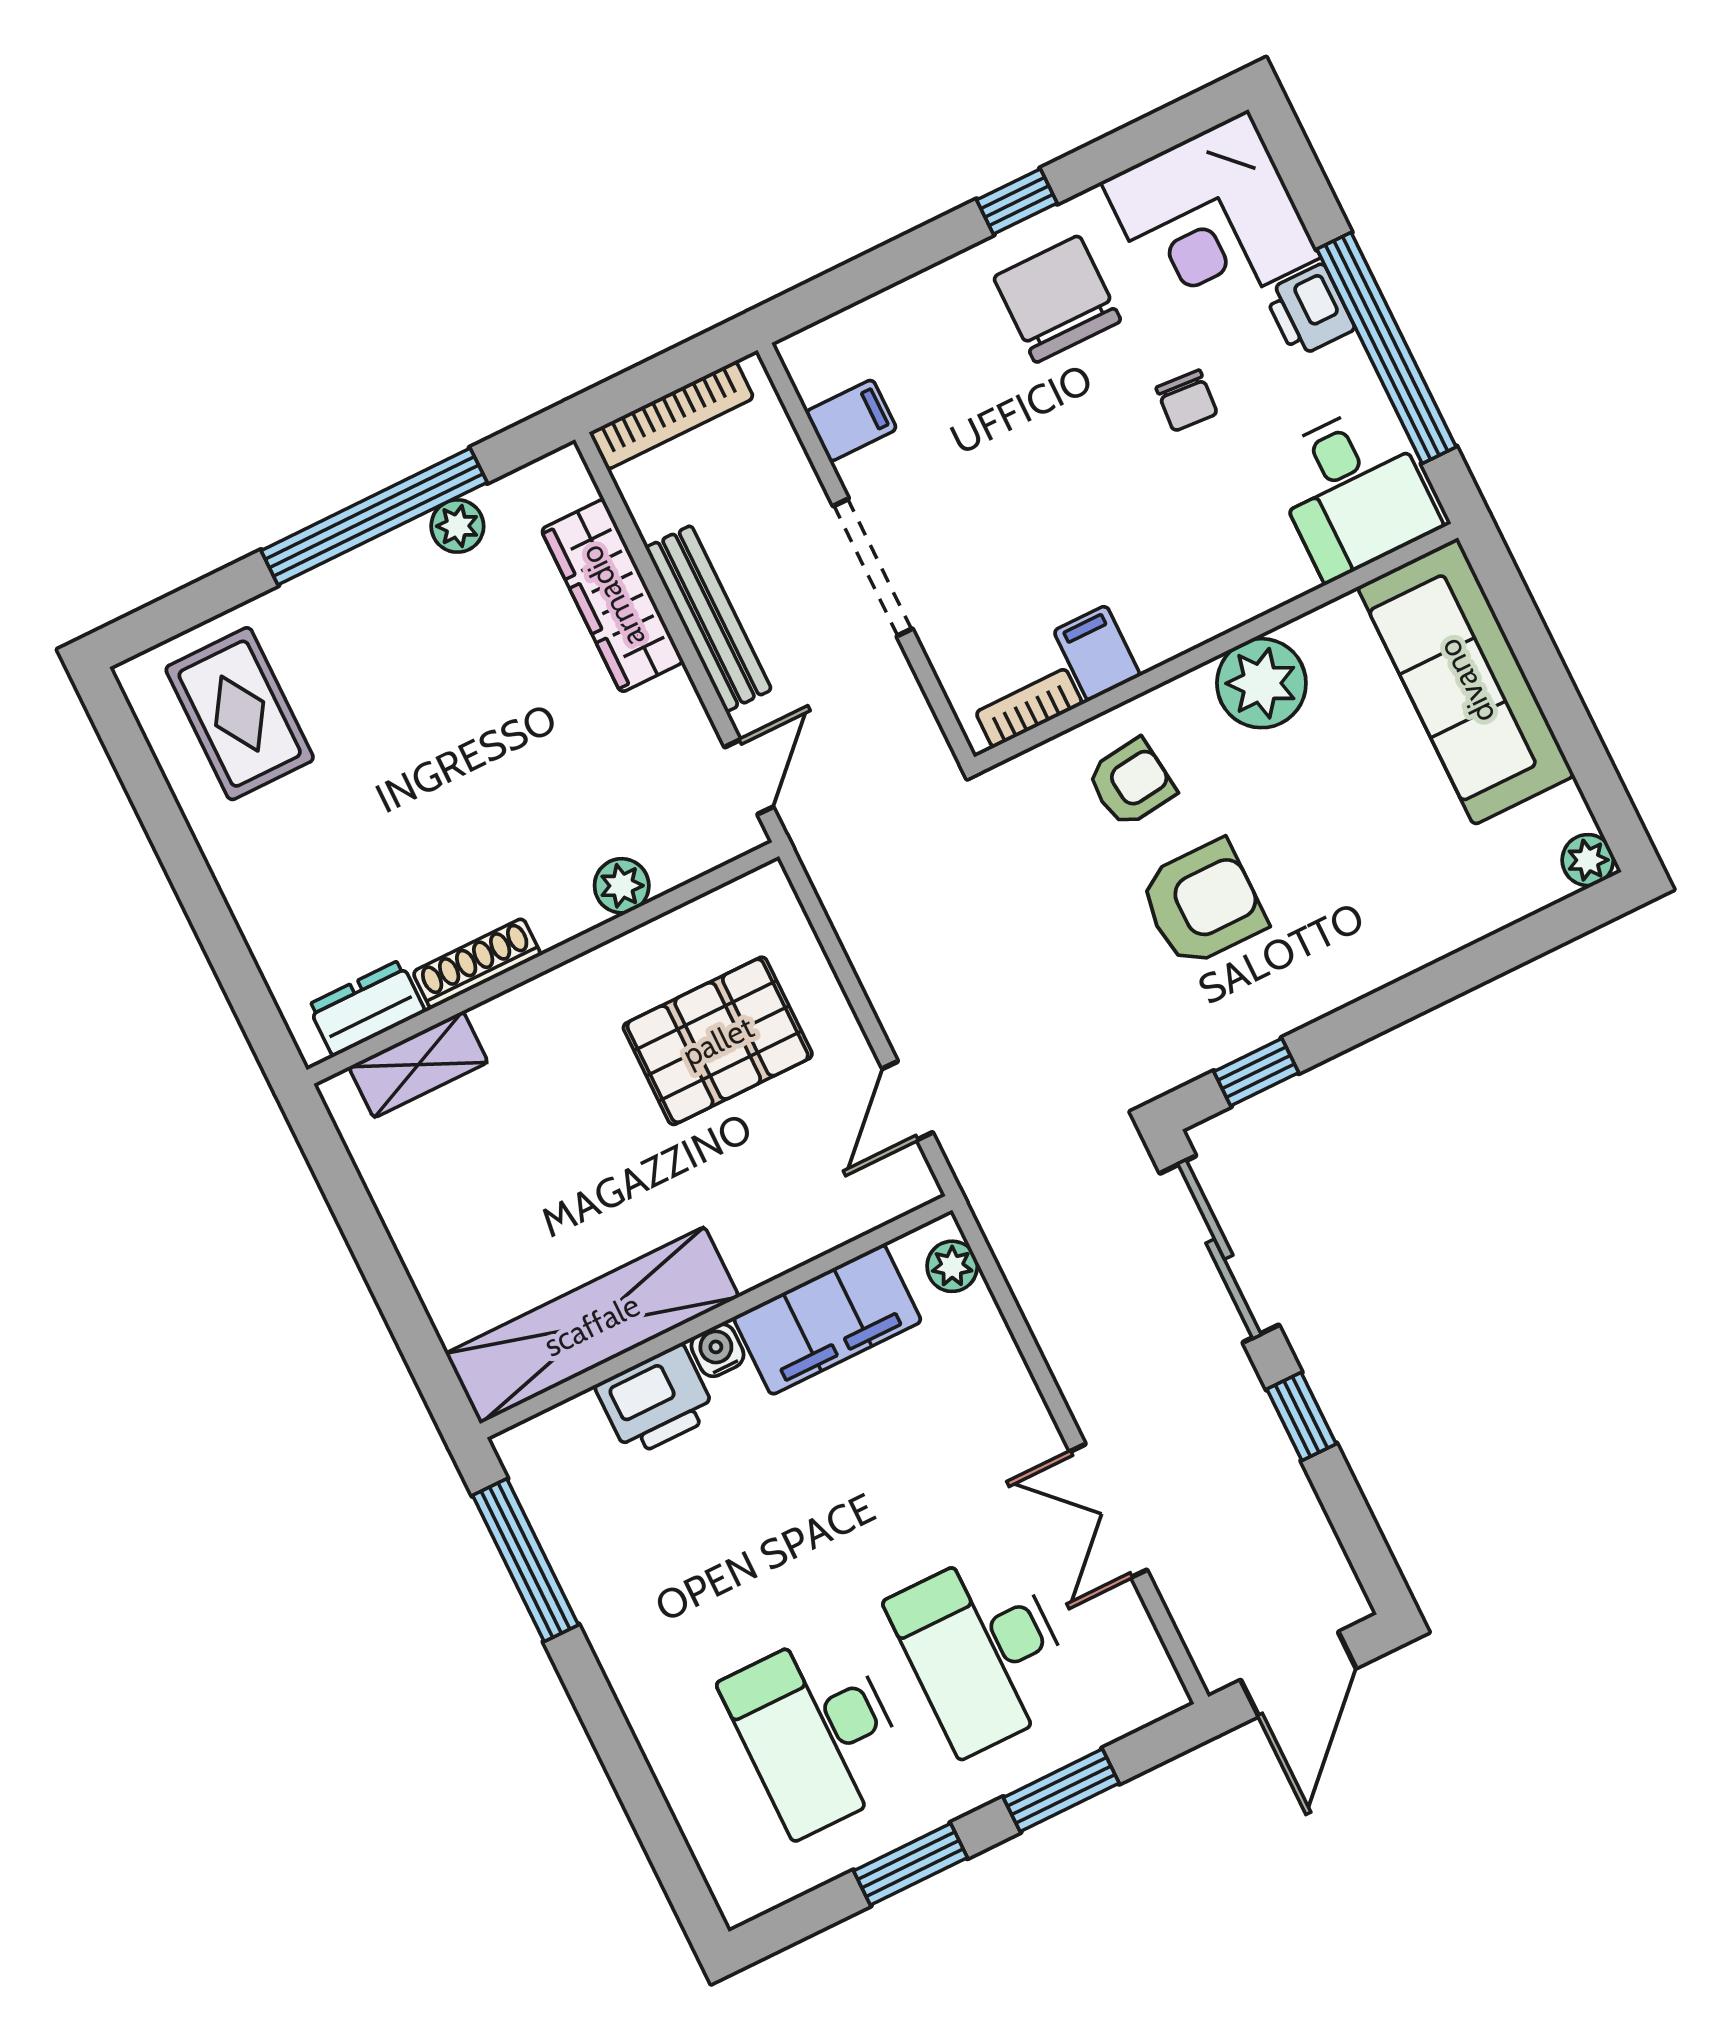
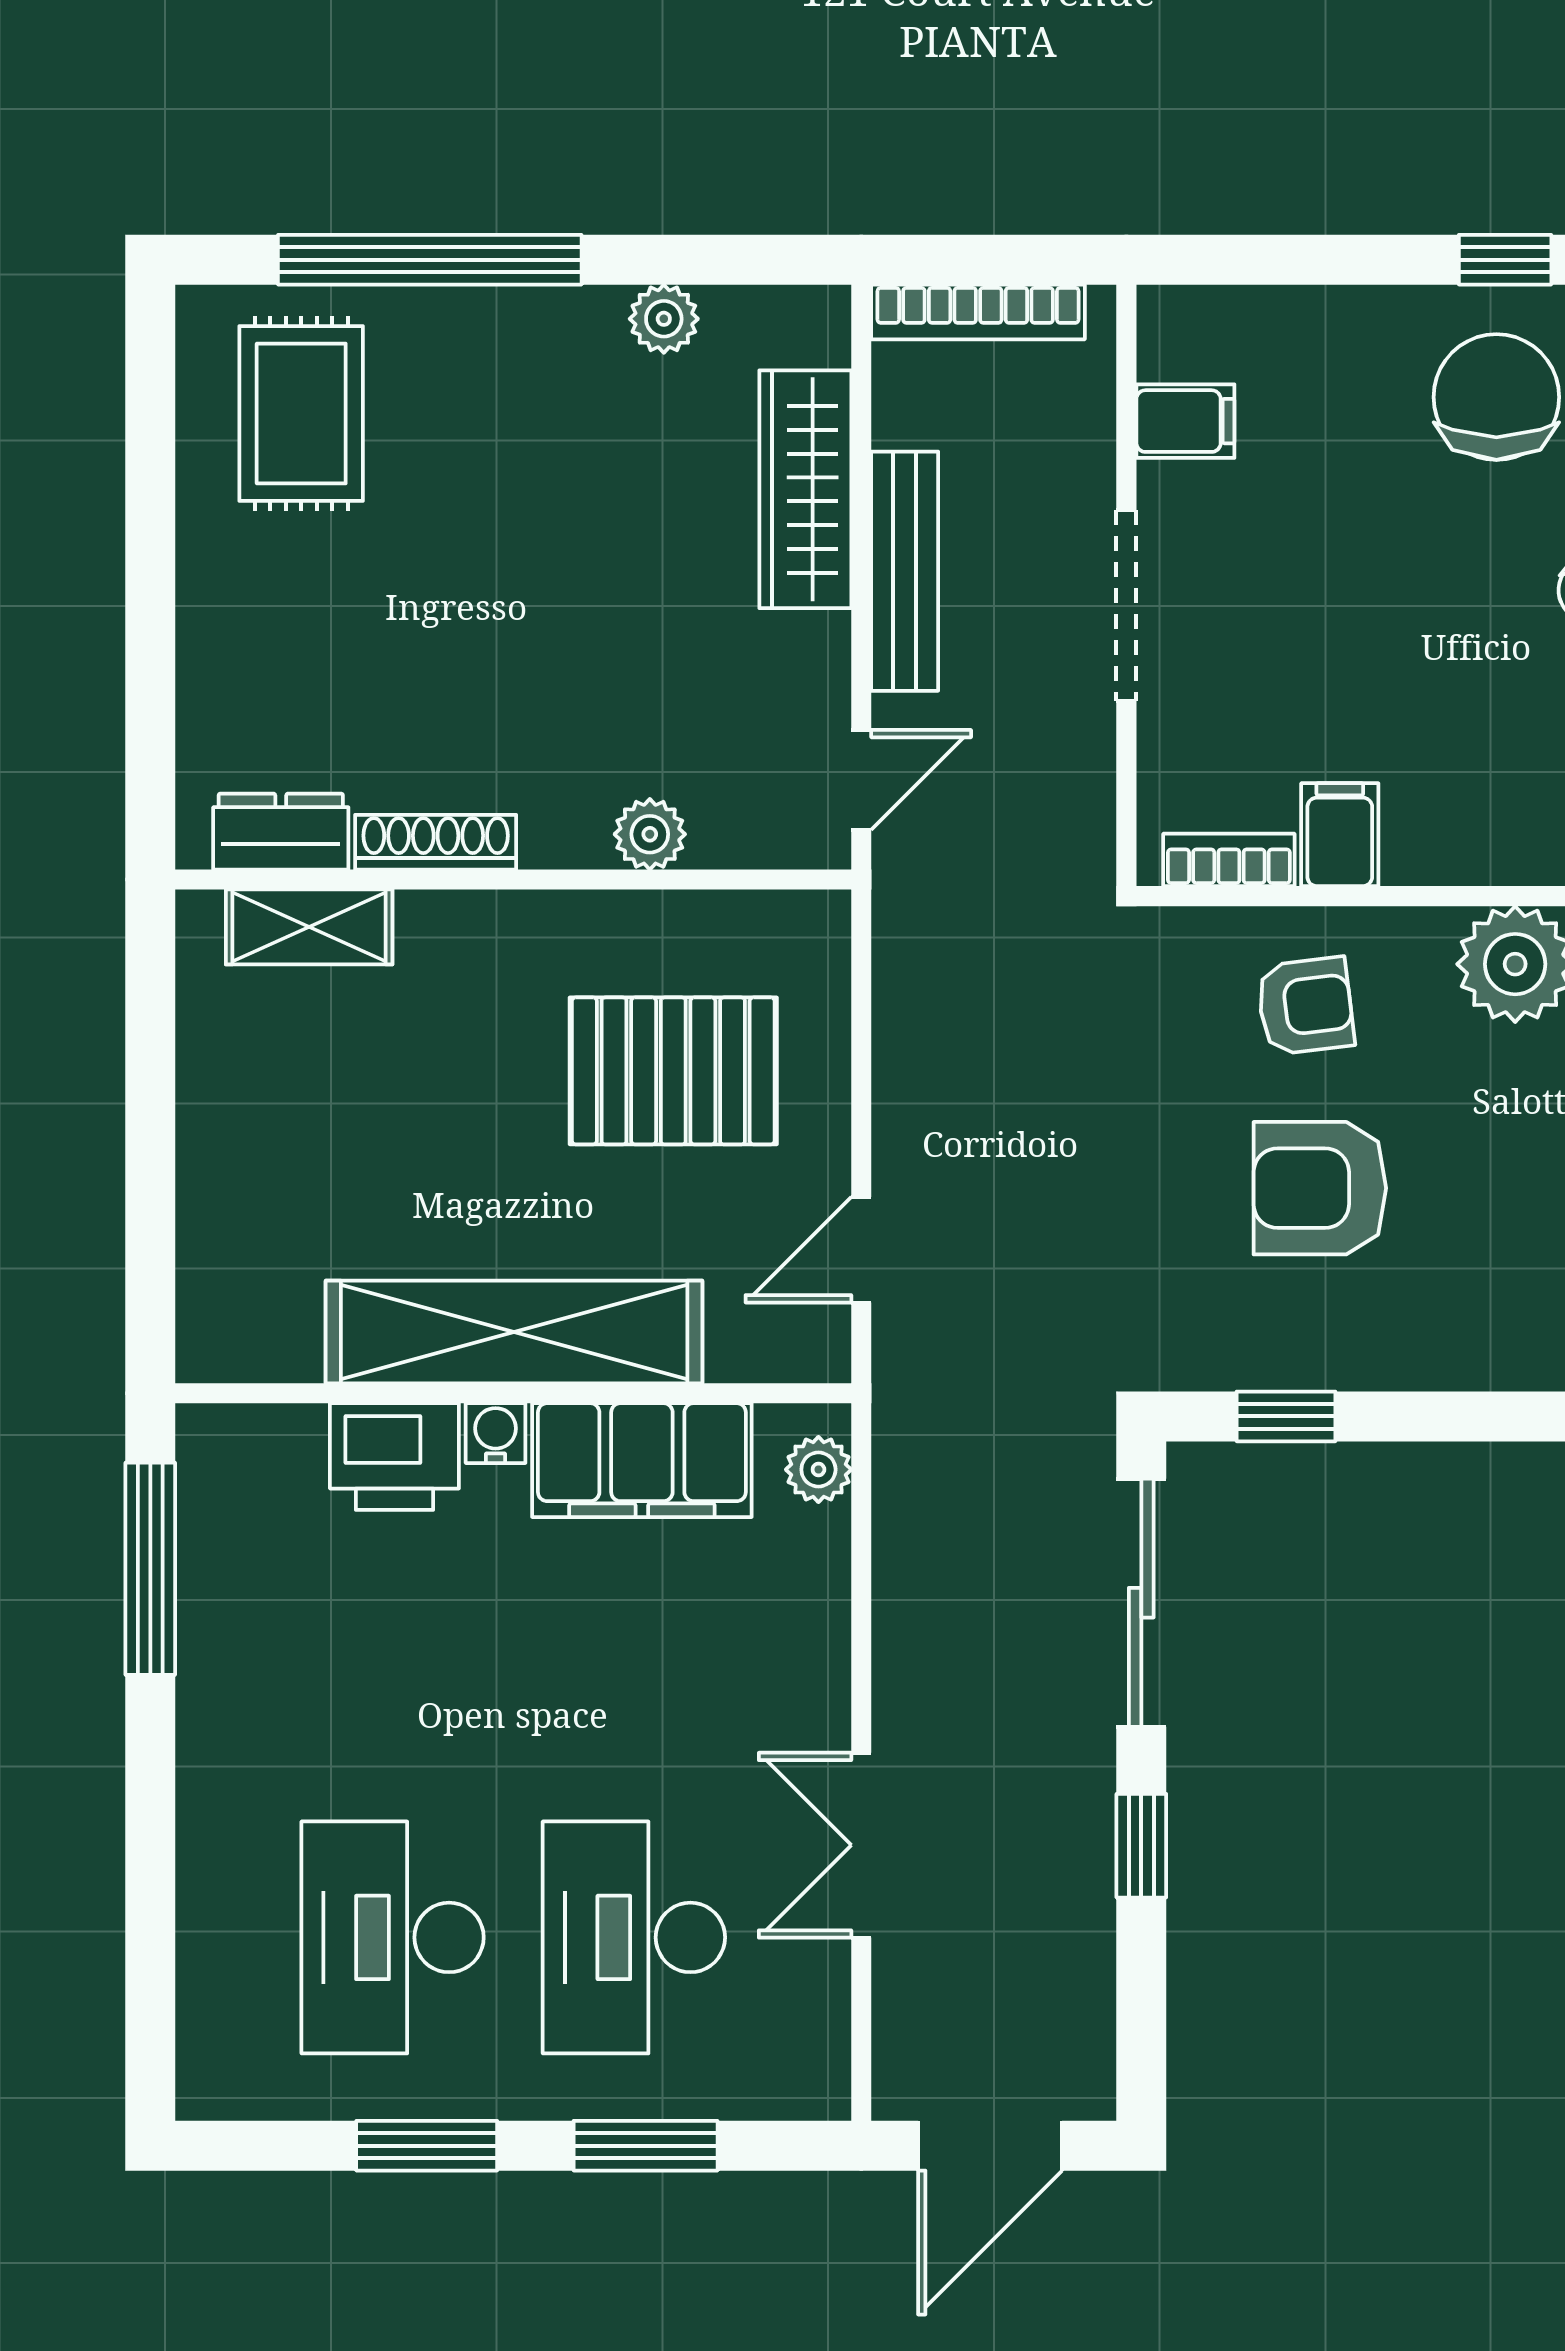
window: (374, 516) -> (430, 260), moved
armchair: (1203, 903) -> (1320, 1188), turned 180
shelving: (592, 1325) -> (514, 1332), moved

